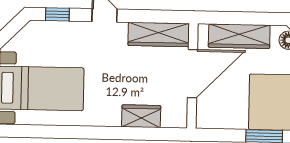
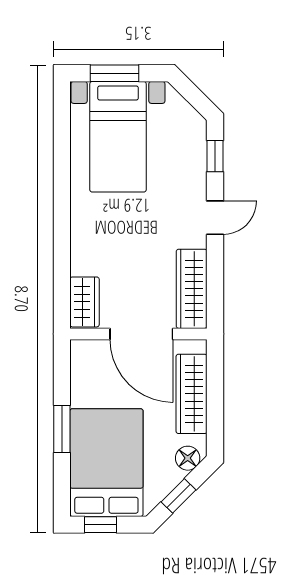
wardrobe: (141, 116) -> (85, 302), moved

